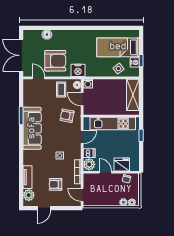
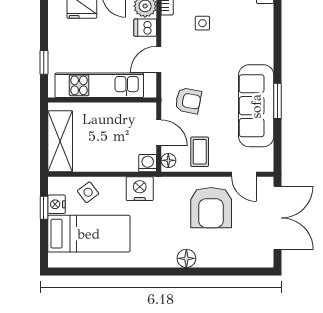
floor lamp: (47, 35) -> (186, 258), moved
armchair: (55, 61) -> (211, 208), turned -90
nightstand: (78, 70) -> (140, 189), moved
sofa: (32, 128) -> (256, 106), moved

